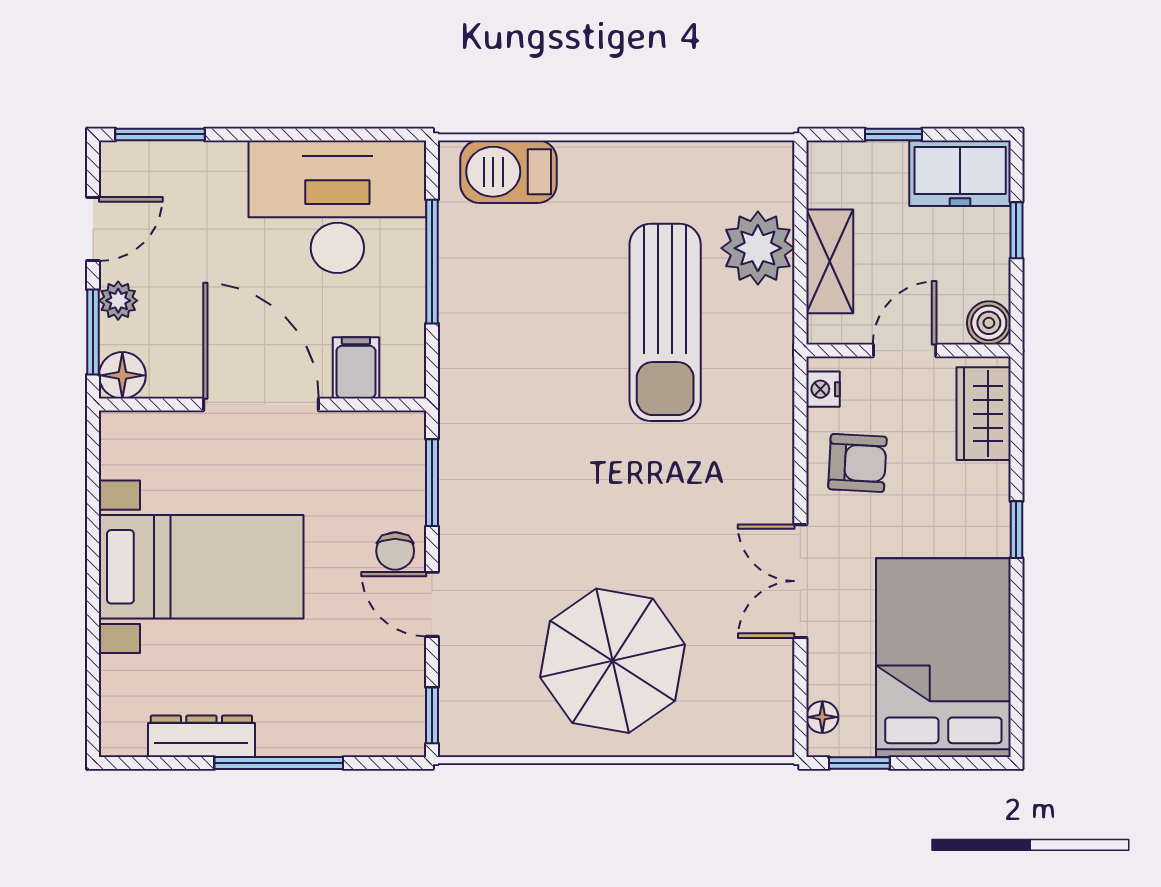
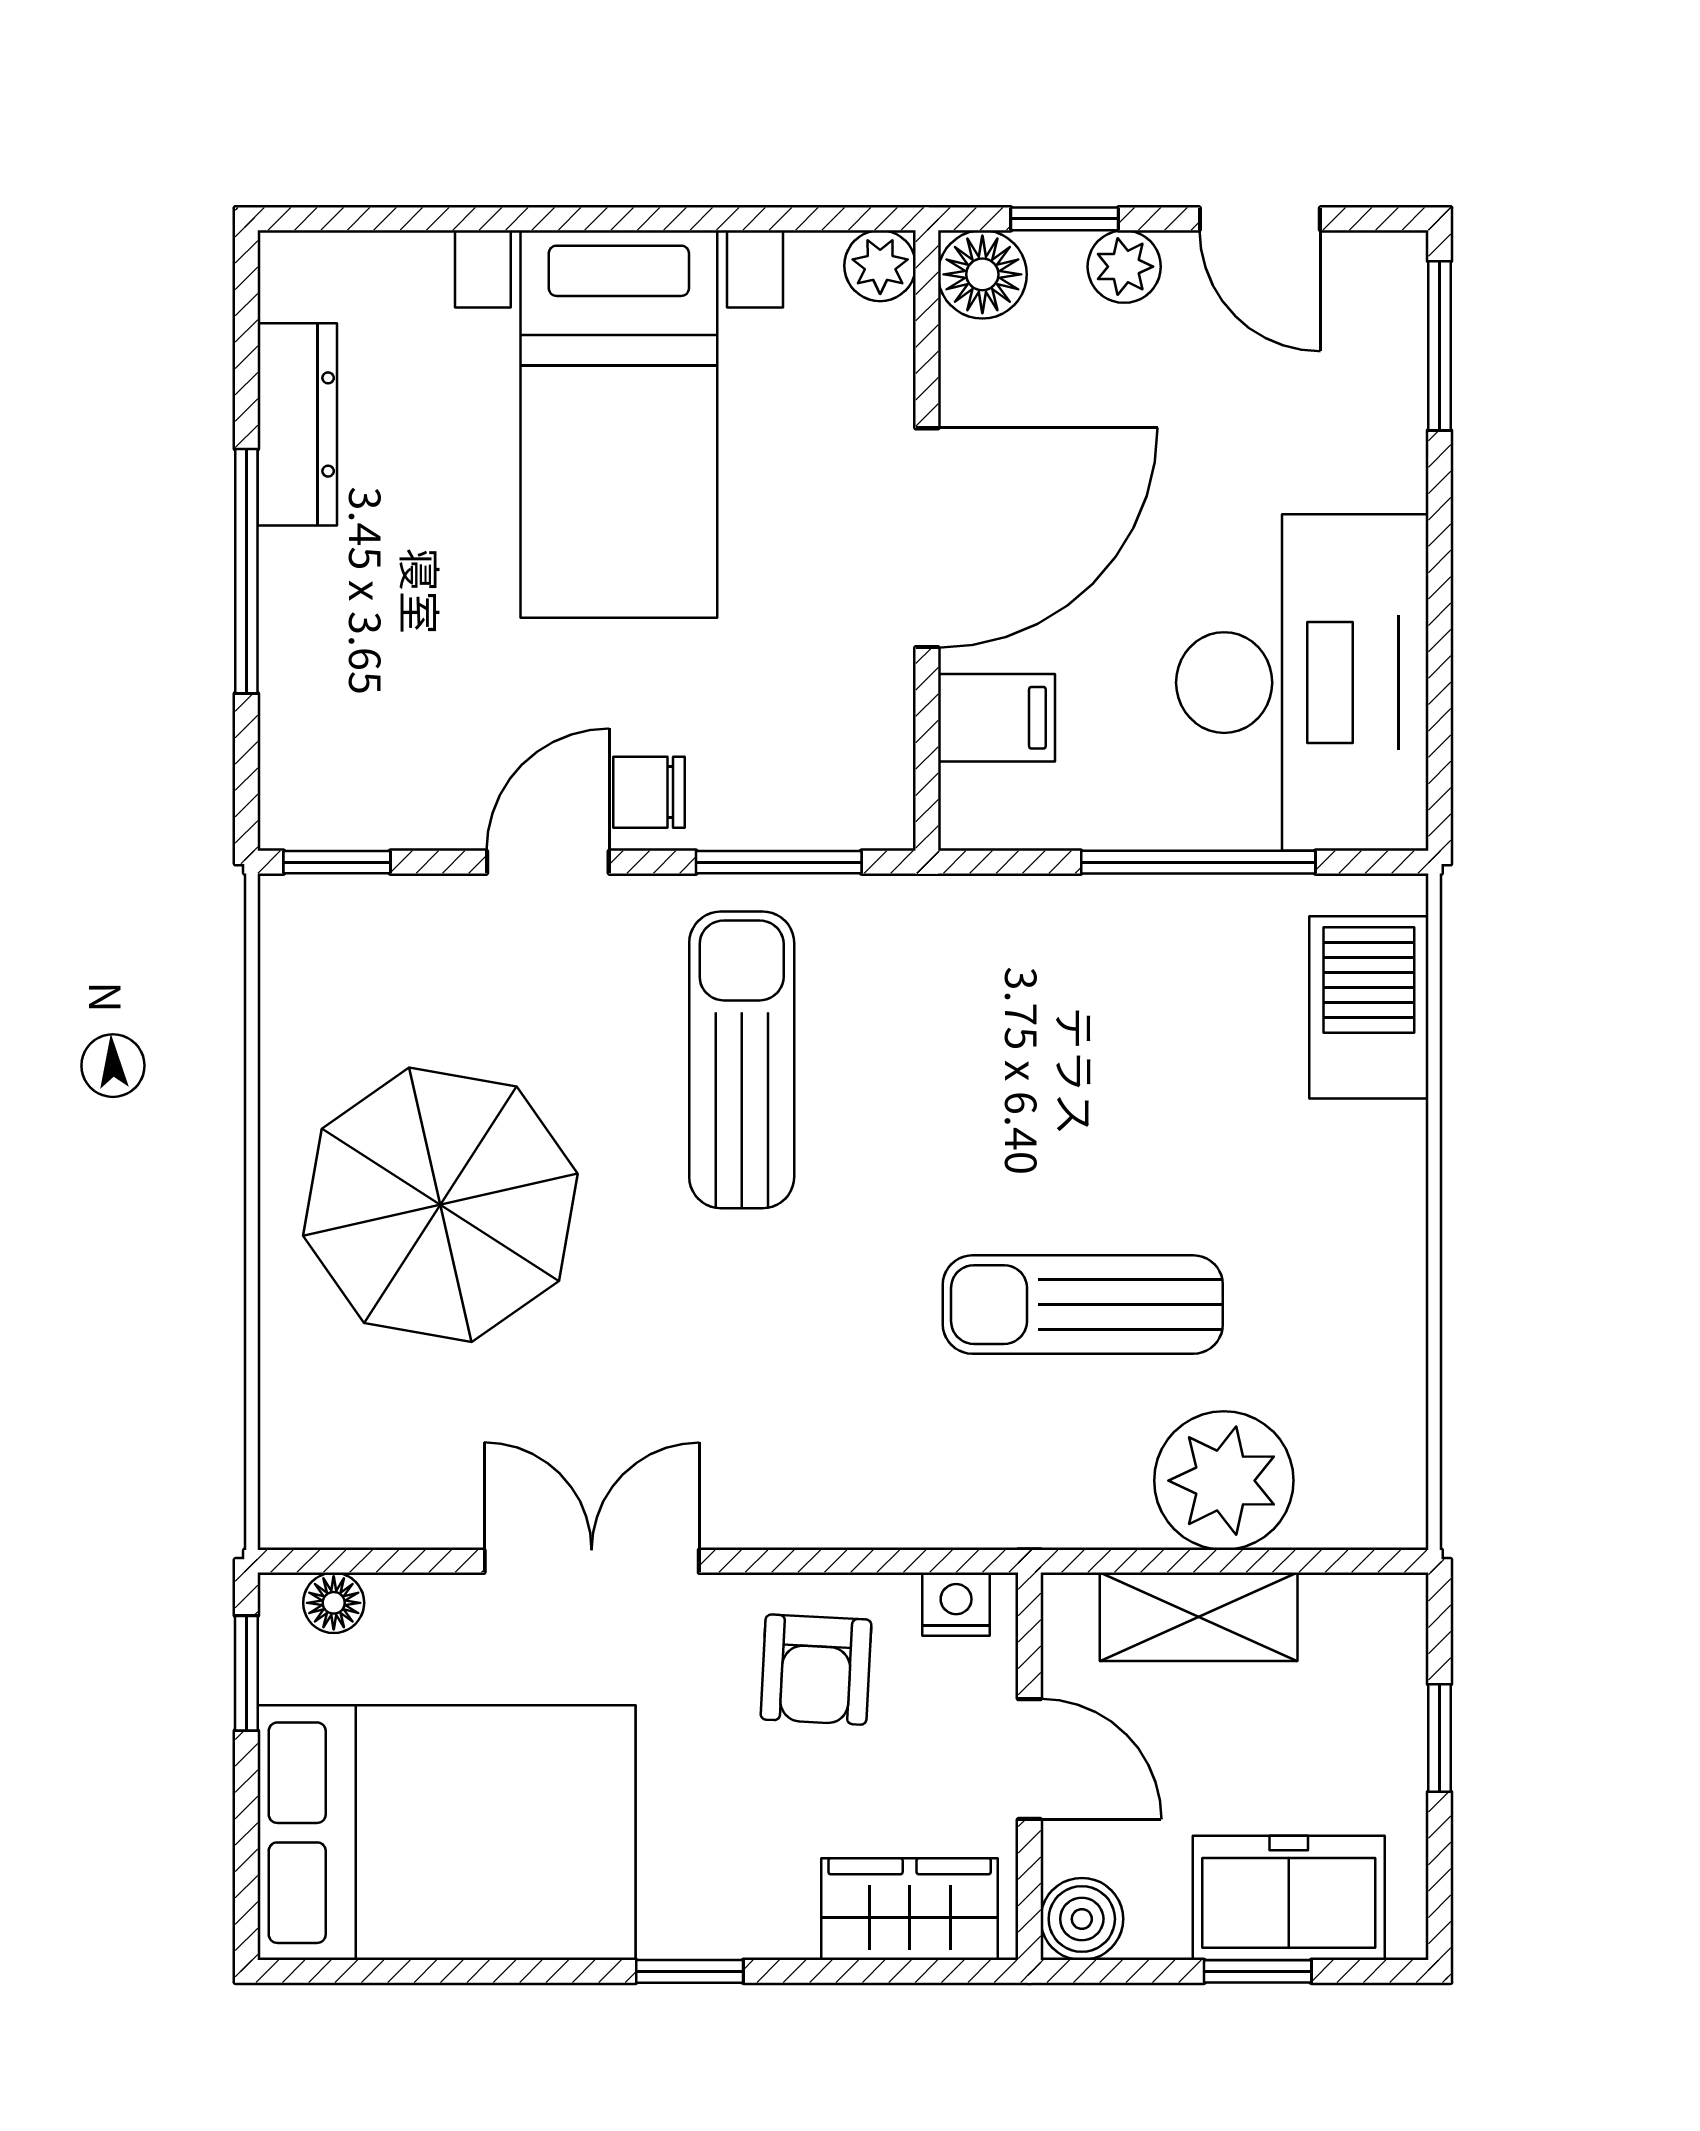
freezer: (960, 173) -> (1289, 1898), moved, turned 90
sun lounger: (665, 322) -> (1083, 1305), width x0.73, depth x0.75
window: (93, 332) -> (1065, 219), width x0.67
plant: (118, 429) -> (880, 266), added
sun lounger: (536, 502) -> (742, 1060), added

